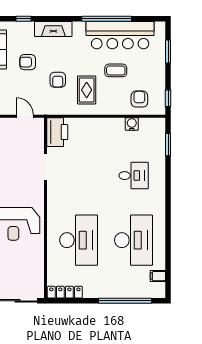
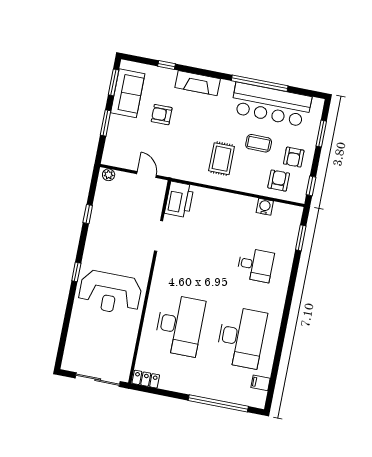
armchair: (58, 80) -> (294, 157), moved
locker: (65, 292) -> (146, 379), width x0.66

